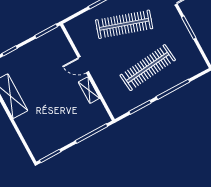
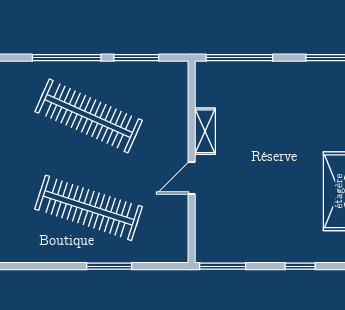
door: (83, 65) -> (192, 178), swing flipped
clothes rail: (148, 68) -> (89, 116), turned 30

